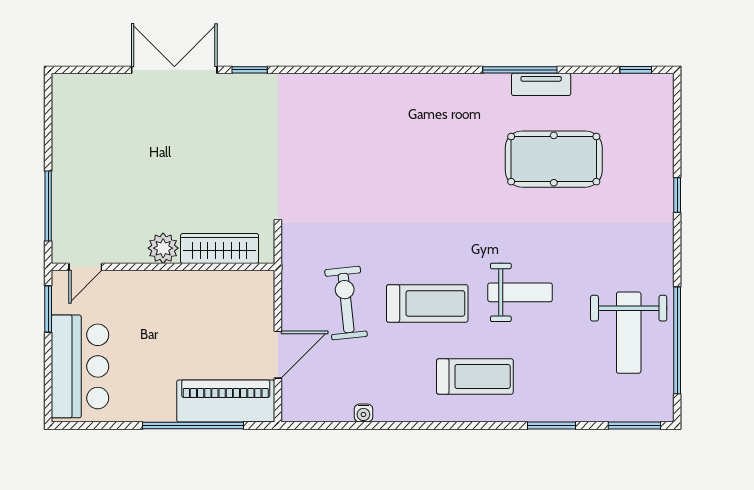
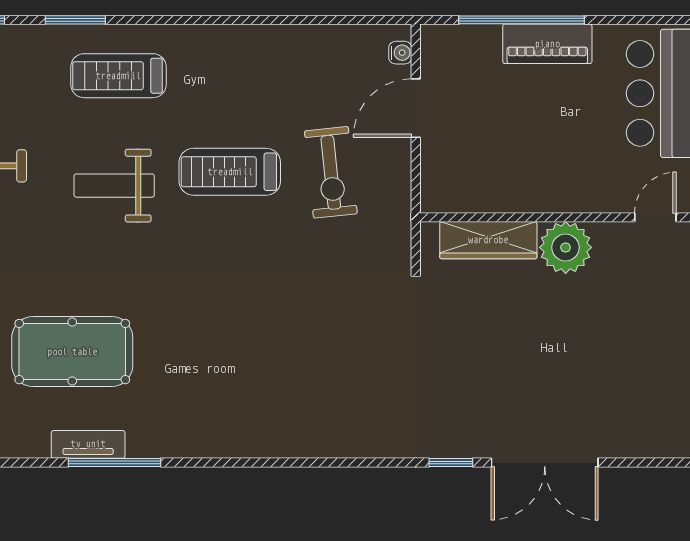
plant: (163, 248) -> (566, 247), width x1.36, depth x1.36
treadmill: (475, 376) -> (118, 76), moved
piano: (226, 401) -> (547, 44), moved, width x0.73, depth x0.75
water cooler: (363, 413) -> (400, 53), moved, turned 90

